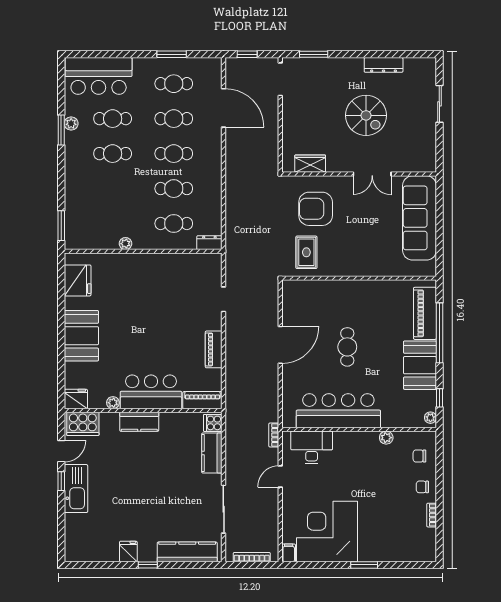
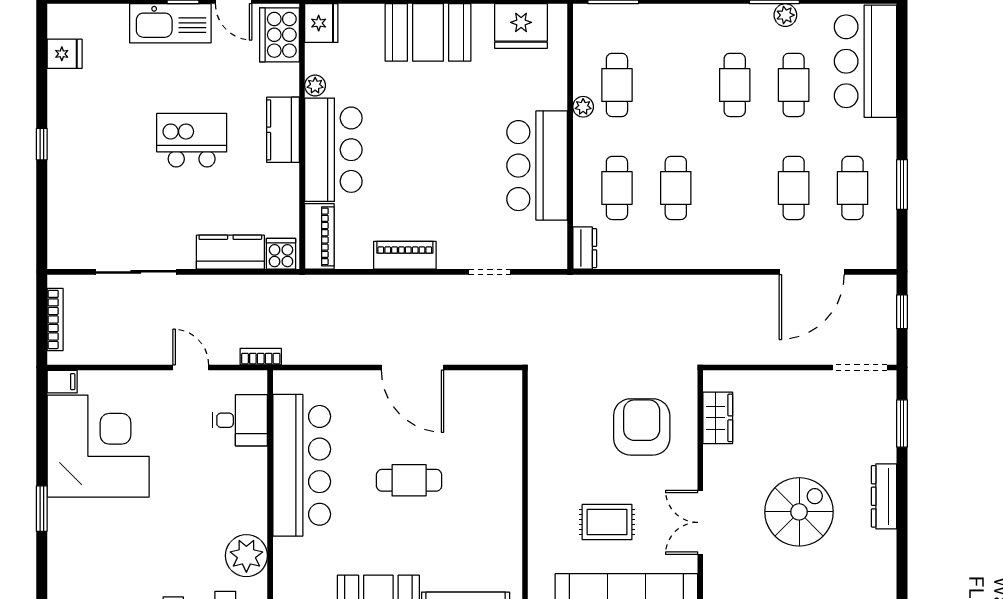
dresser: (384, 65) -> (884, 496), moved
spiral stairs: (366, 115) -> (799, 512), turned 180
cafe table: (174, 154) -> (617, 85), moved
rug: (306, 252) -> (607, 522), moved
bar counter: (160, 271) -> (537, 166), added
plant: (386, 438) -> (246, 556), width x1.87, depth x1.87
desk: (312, 447) -> (240, 420), width x0.73
kitchen island: (145, 476) -> (192, 140), added
fridge: (128, 551) -> (65, 54), moved
kitchen counter: (187, 552) -> (64, 211), removed

